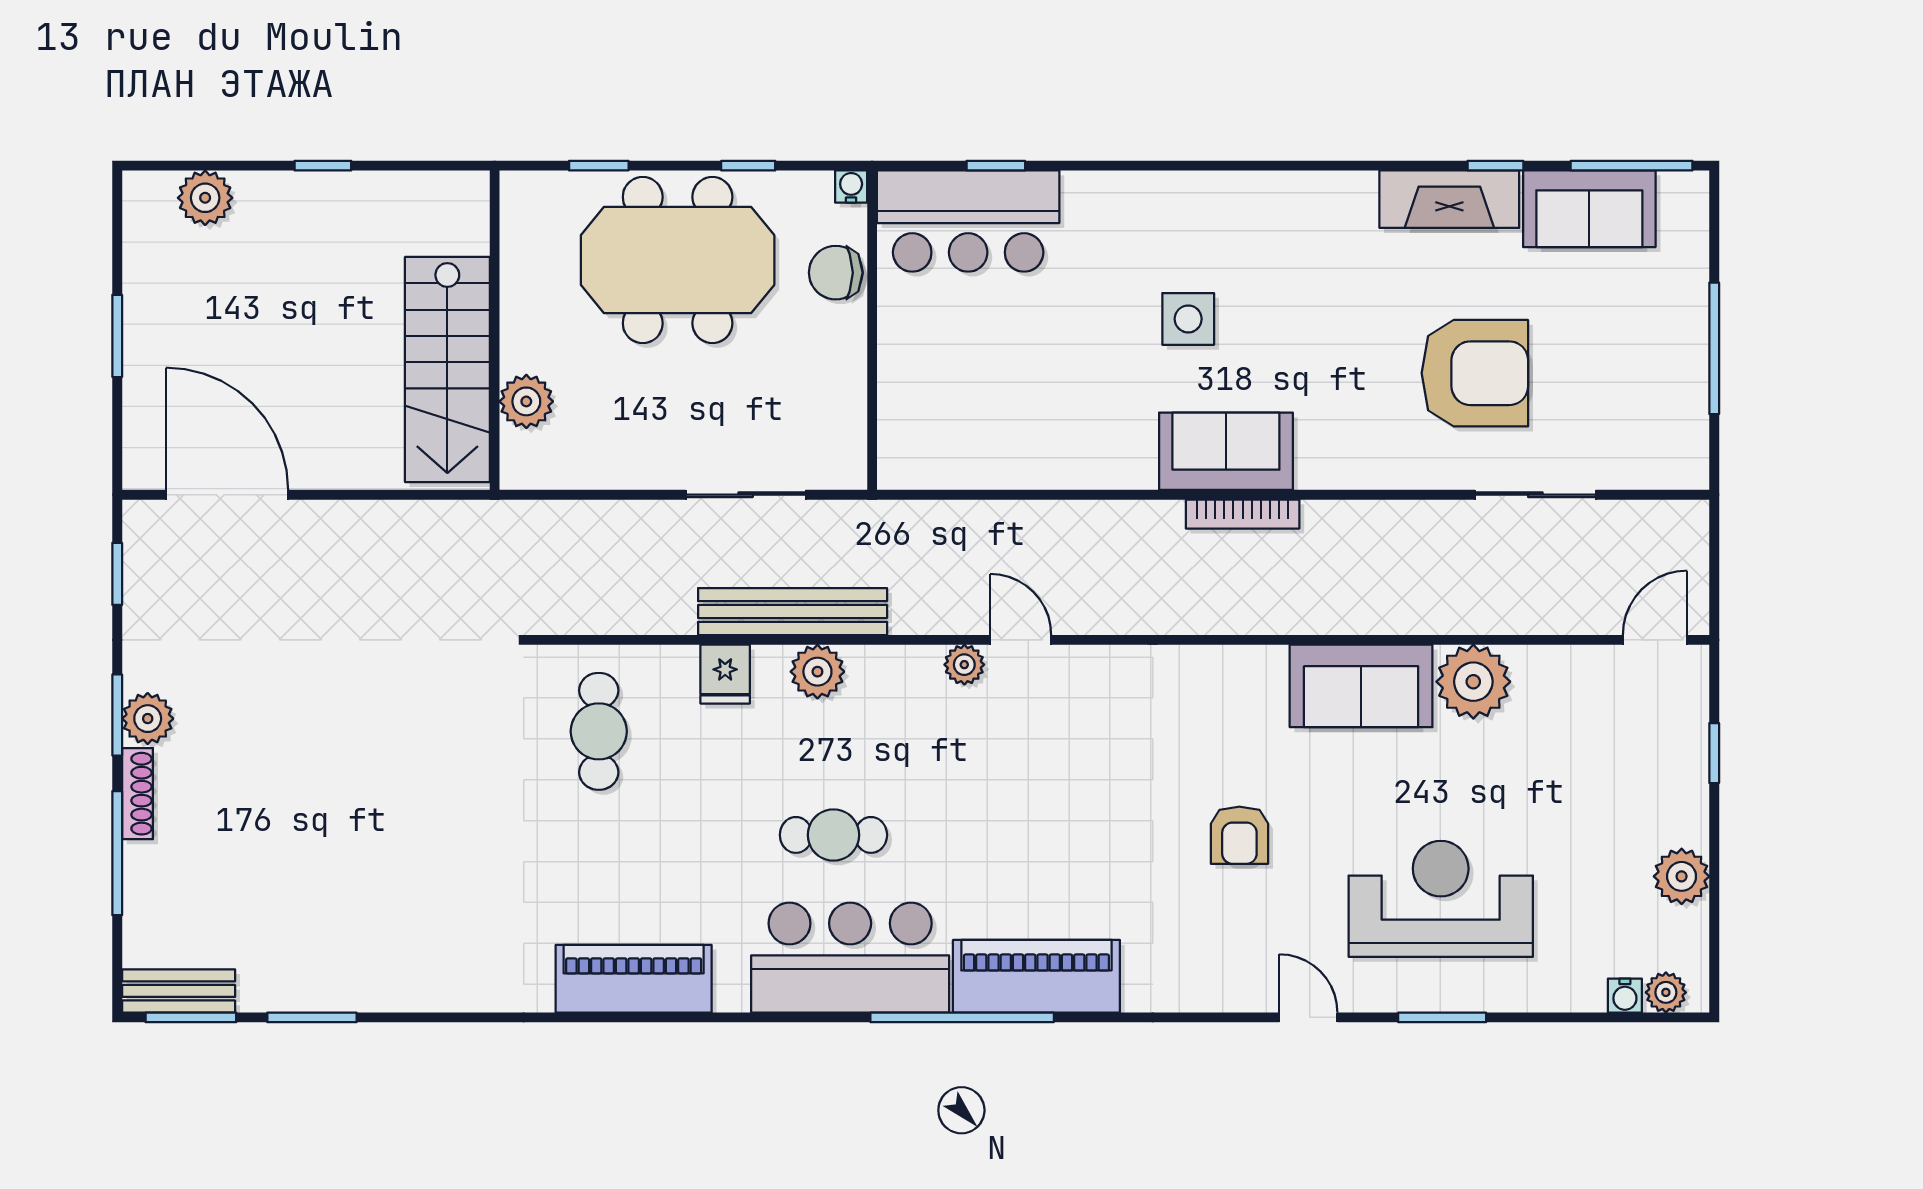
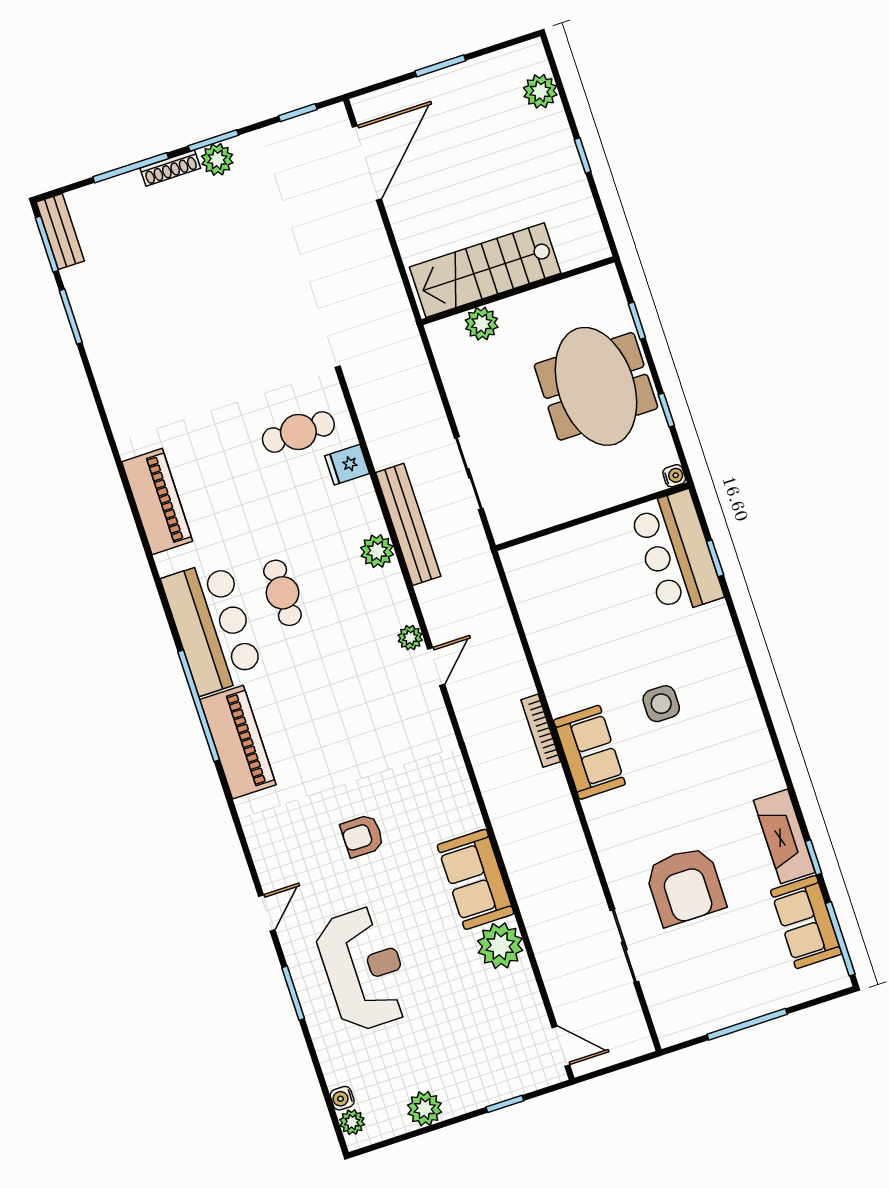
chair: (836, 273) -> (620, 484), removed
bookcase: (1243, 514) -> (541, 731), moved
fridge: (725, 674) -> (347, 465), moved

